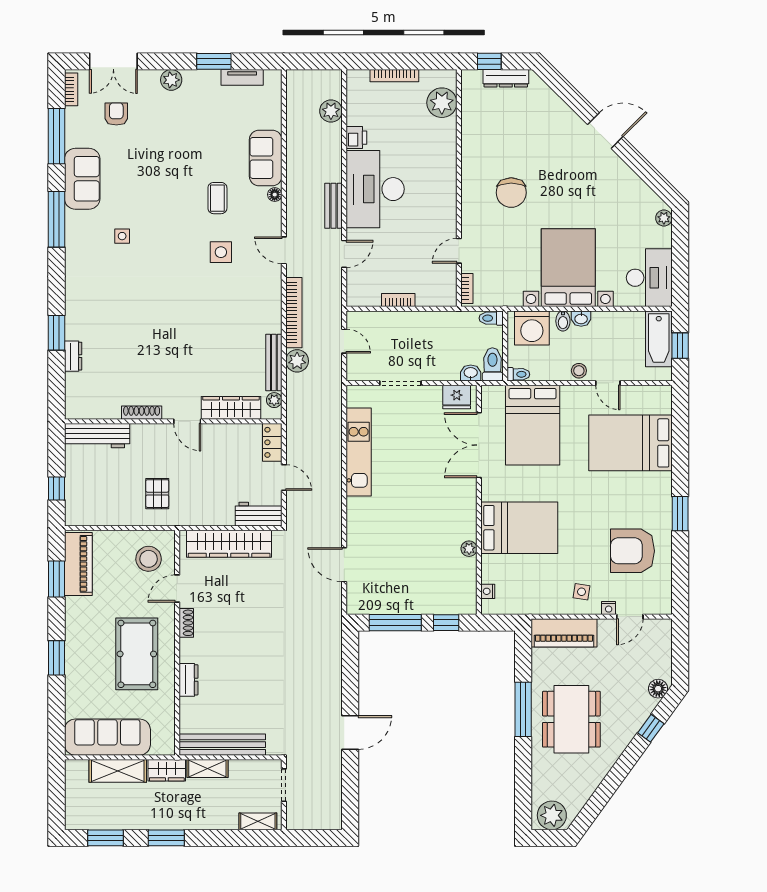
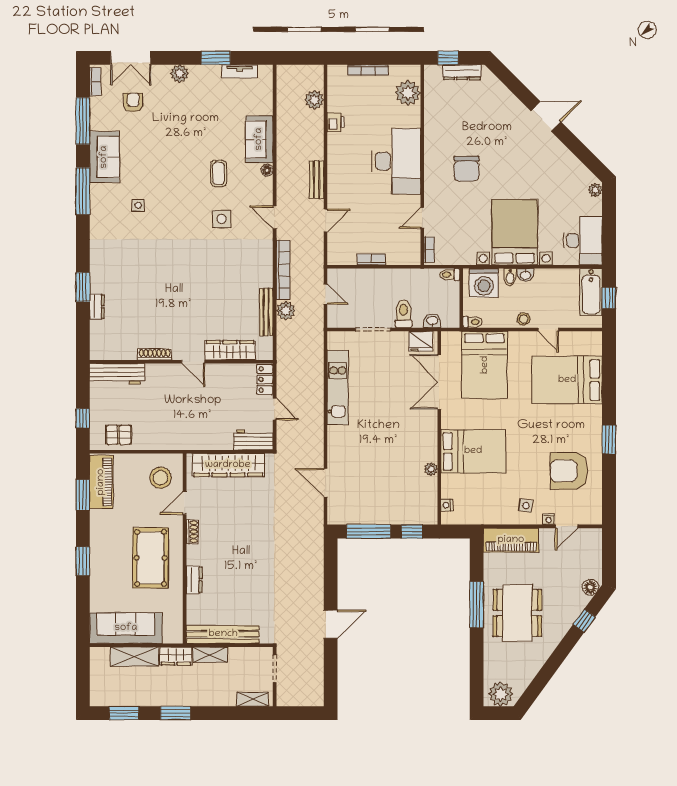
desk: (375, 189) -> (396, 161), moved, turned 180
toilet: (492, 364) -> (403, 314), moved
plant: (274, 400) -> (266, 344), removed
pallet: (157, 494) -> (119, 435), moved, turned 90

